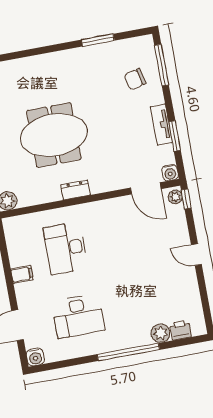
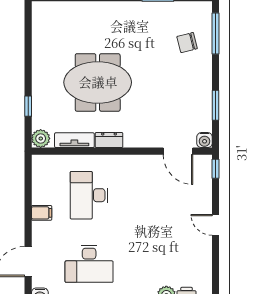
tv unit: (161, 125) -> (74, 140), moved, turned 90
plant: (175, 197) -> (205, 165), removed

